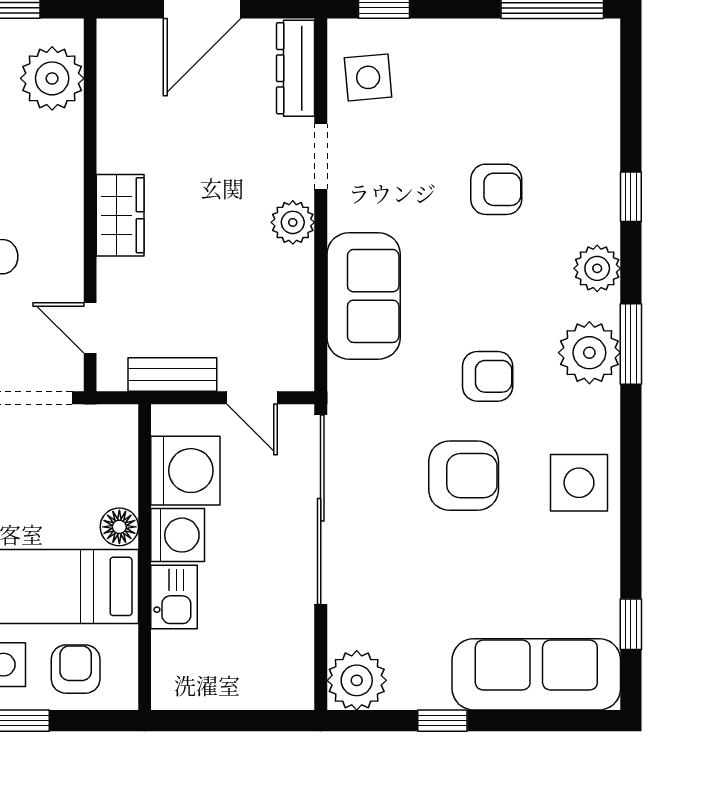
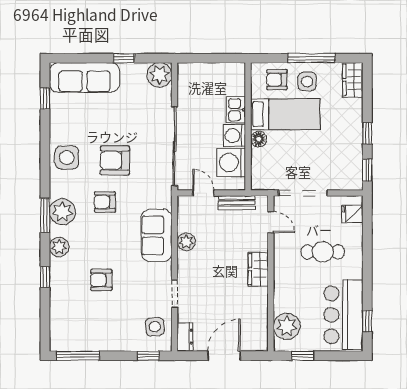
dresser: (296, 68) -> (185, 337), width x0.70
plant: (293, 222) -> (186, 242), moved
armchair: (76, 669) -> (277, 80), turned 90

